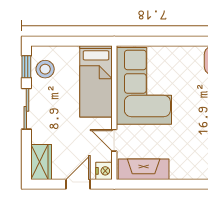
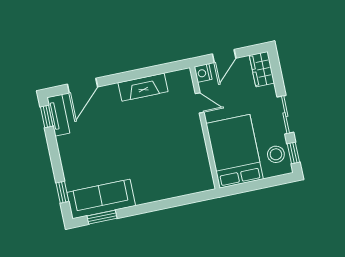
bed: (96, 81) -> (235, 151), width x1.50
corner sofa: (144, 86) -> (183, 158), removed
fireplace: (144, 169) -> (143, 87), moved

